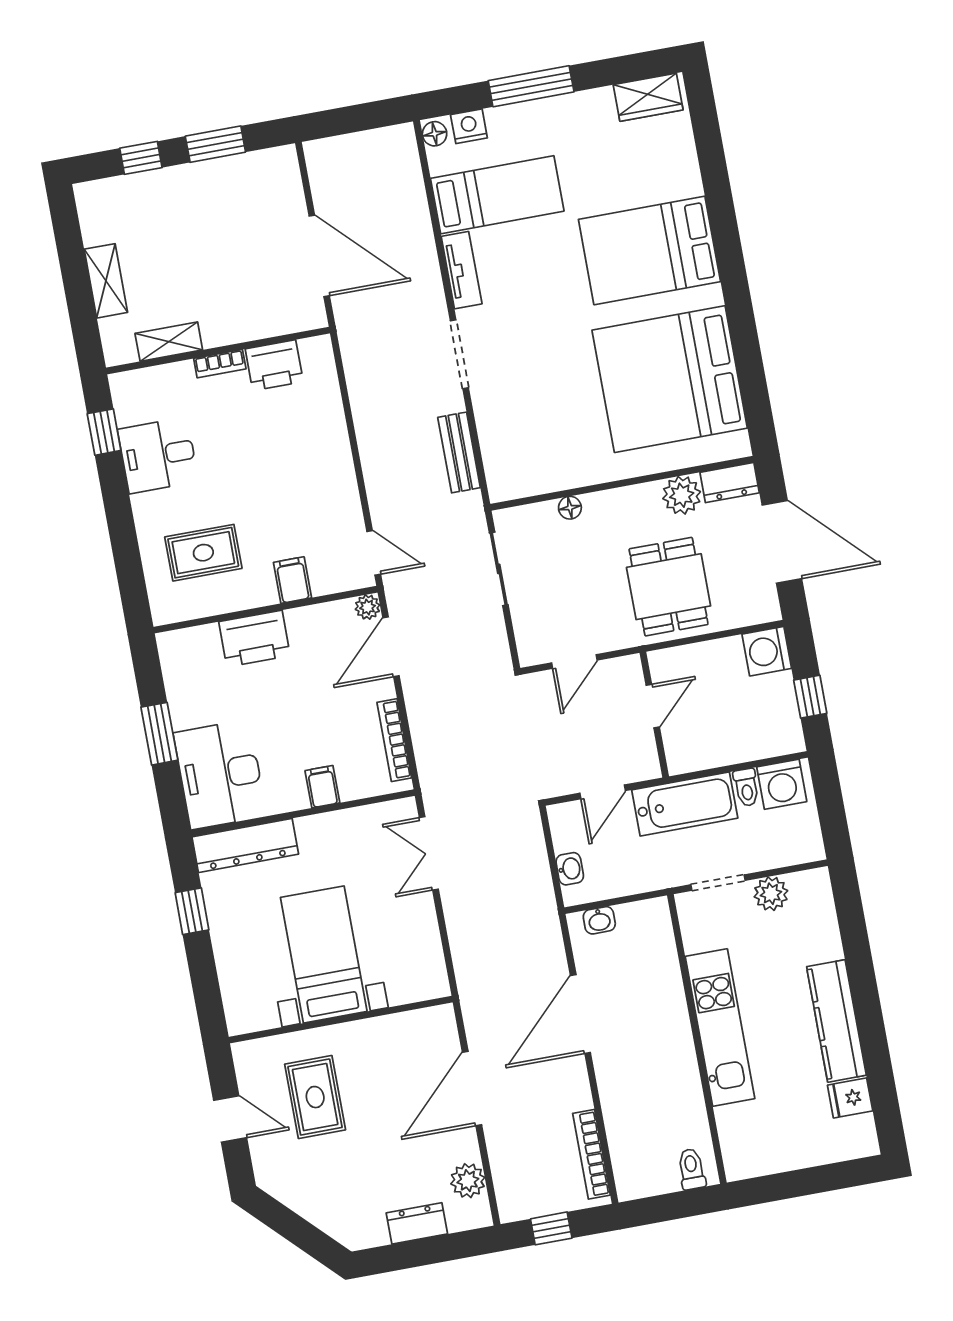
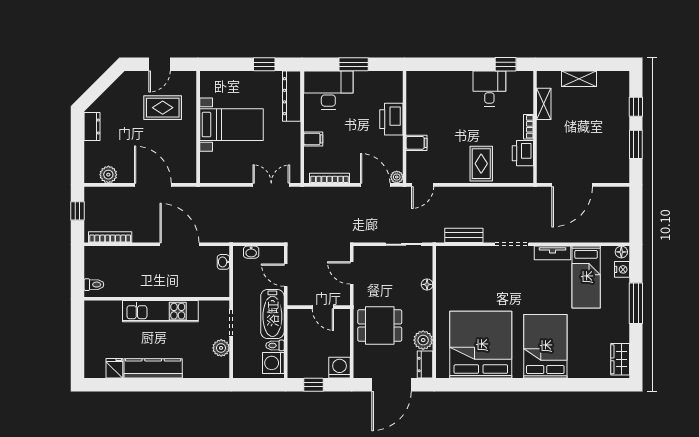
rug: (203, 553) -> (481, 164), moved
dresser: (417, 1223) -> (92, 127), moved

